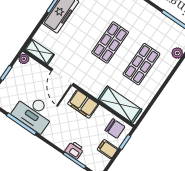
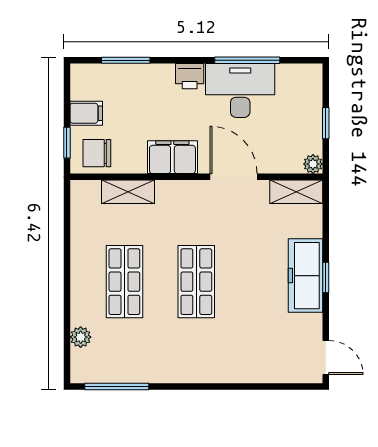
shelving: (120, 104) -> (128, 192), width x0.67, depth x0.75
printer: (74, 150) -> (190, 76), moved

